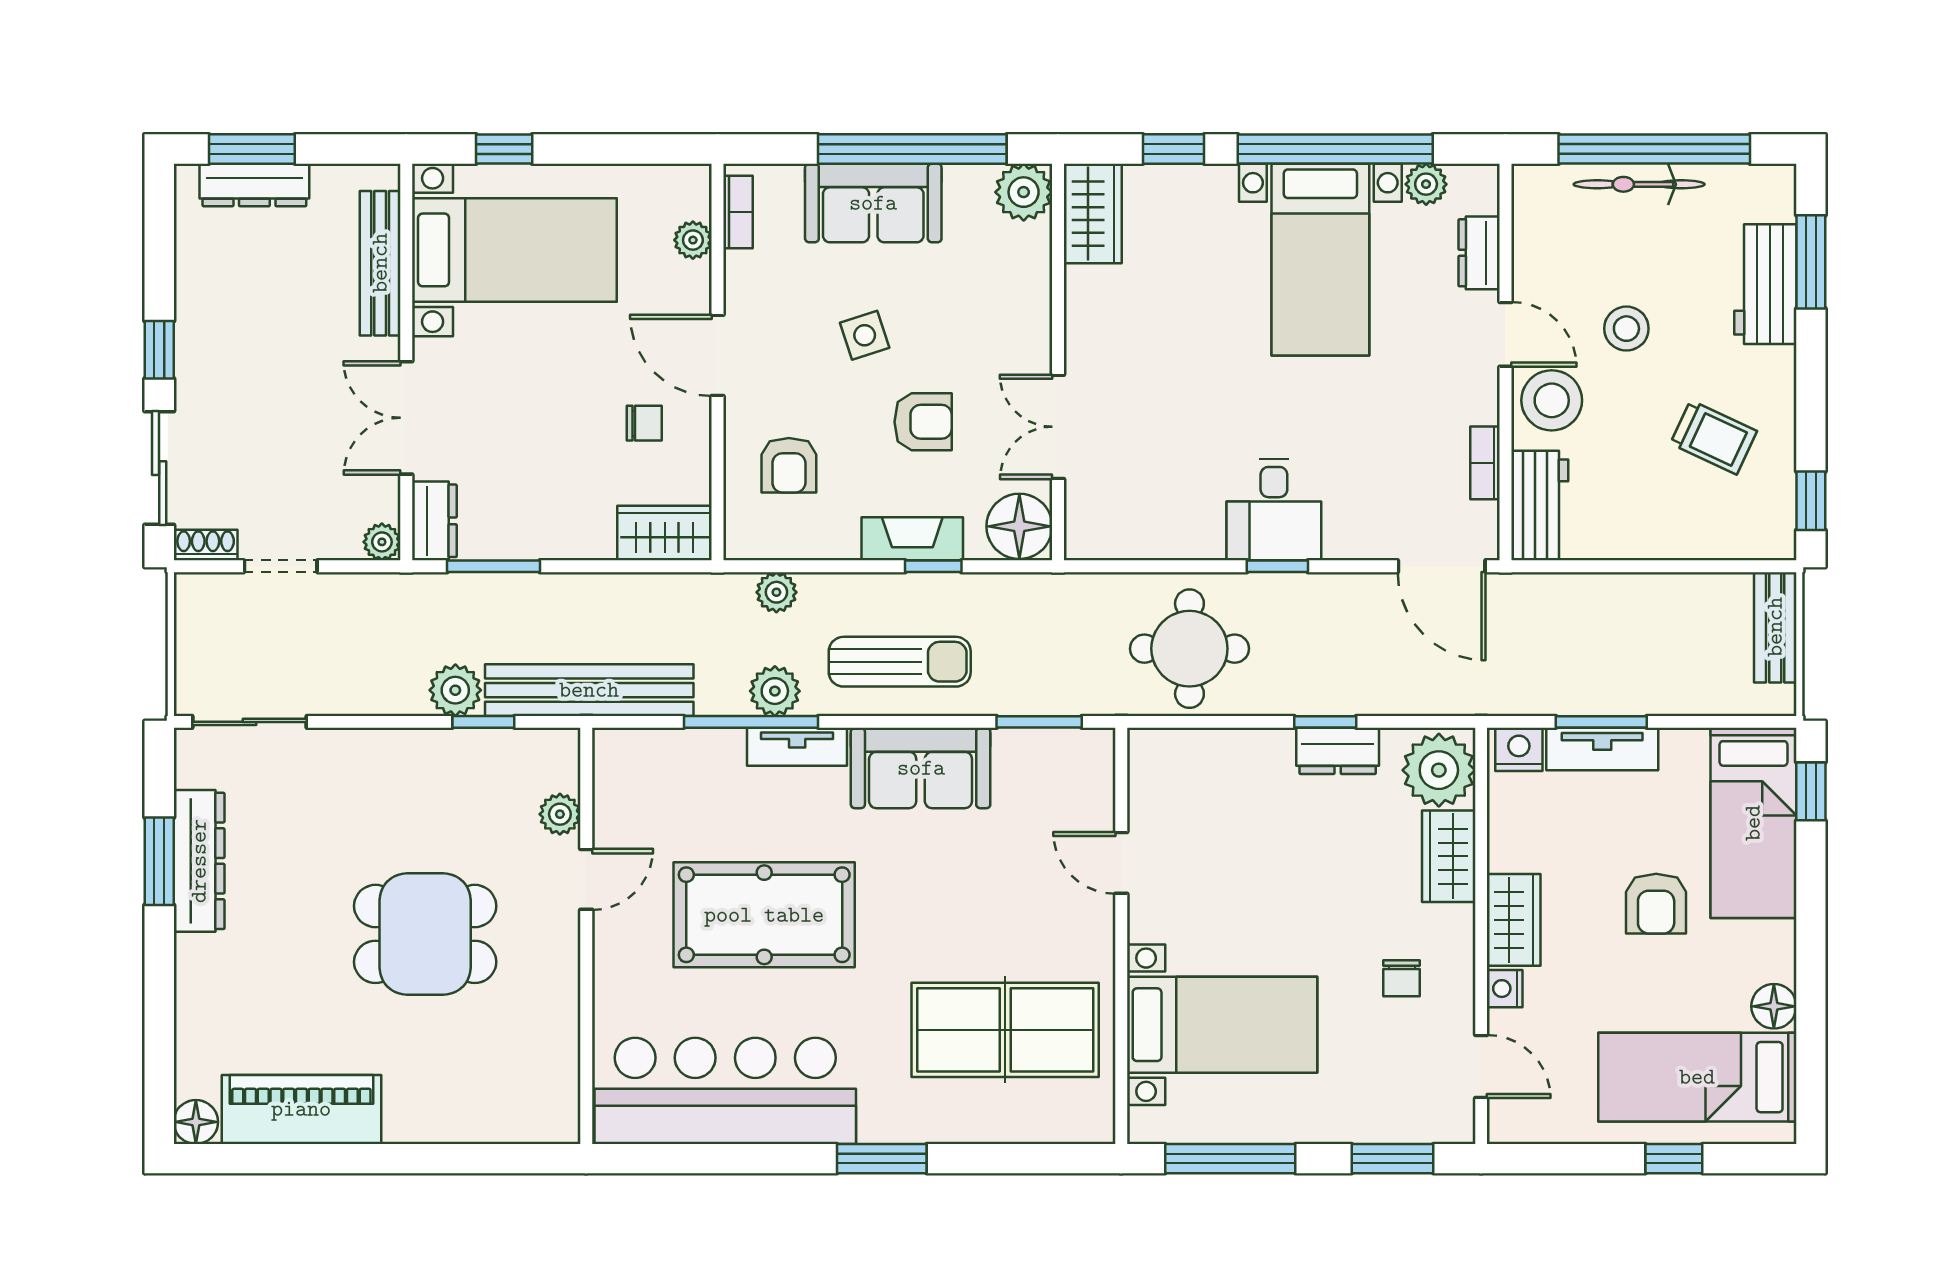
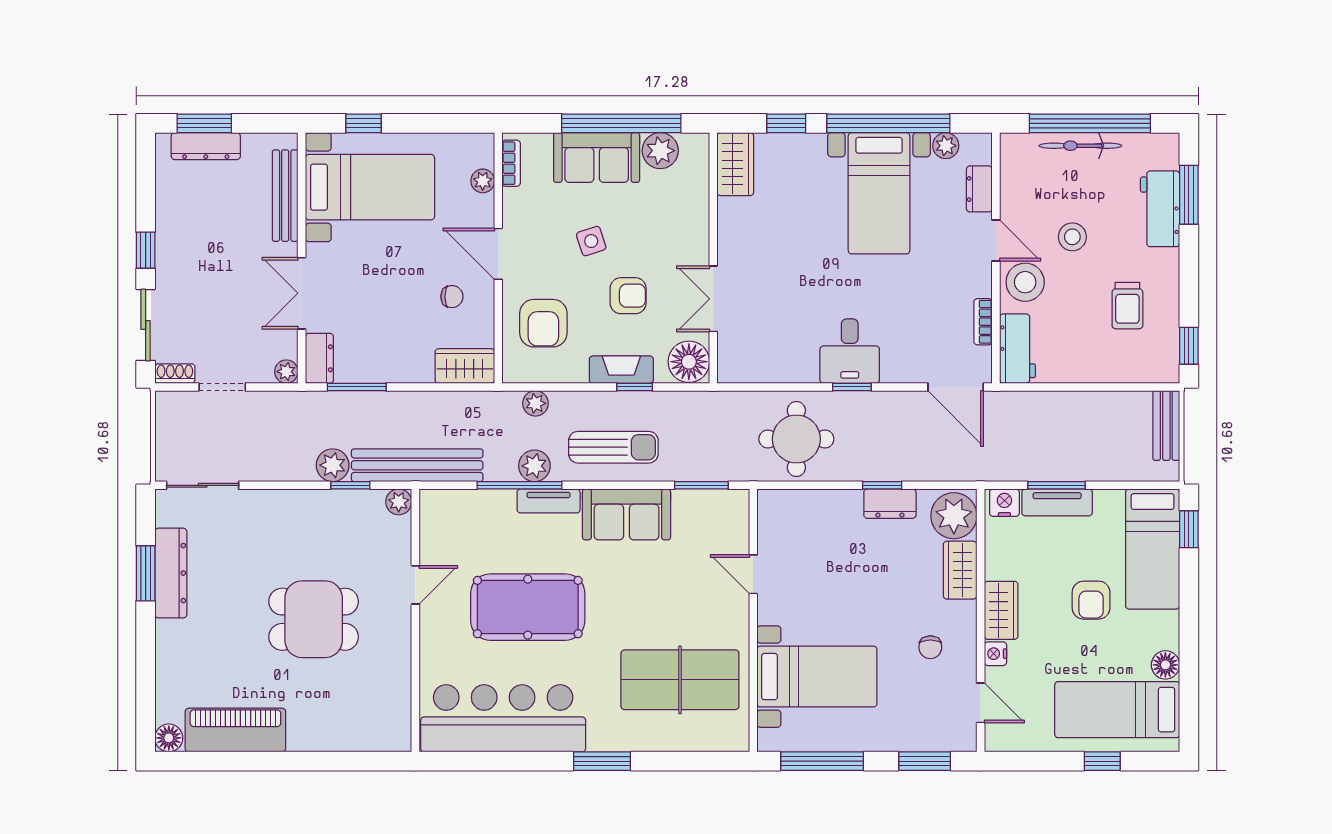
plant: (1024, 192) -> (660, 151), moved
trolley: (1714, 437) -> (1127, 306), turned 65
armchair: (789, 465) -> (543, 323), width x1.38, depth x1.38
plant: (560, 814) -> (399, 502), moved

